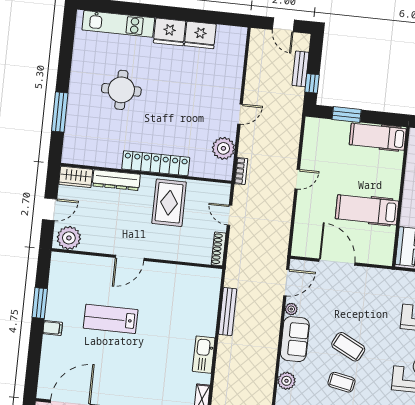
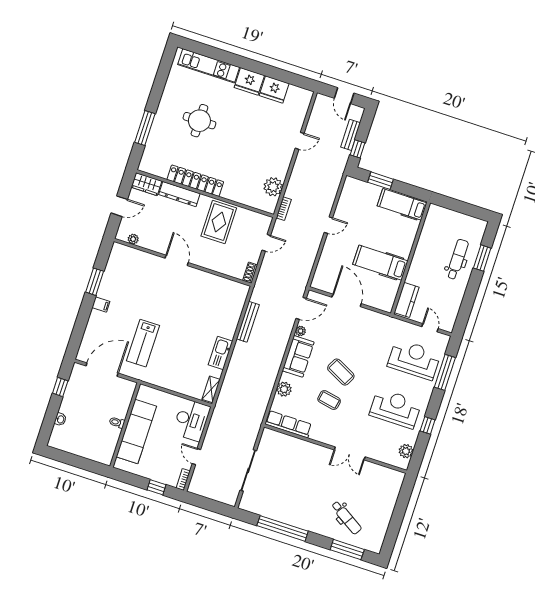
door: (240, 114) -> (300, 141), moved
locker: (156, 163) -> (195, 181), moved
door: (229, 215) -> (266, 243), swing flipped
plant: (69, 238) -> (133, 239), width x0.53, depth x0.53
shoe rack: (219, 249) -> (250, 273), width x0.70
door: (130, 258) -> (177, 260), swing flipped
lab bench: (111, 319) -> (143, 343), moved, turned -90

